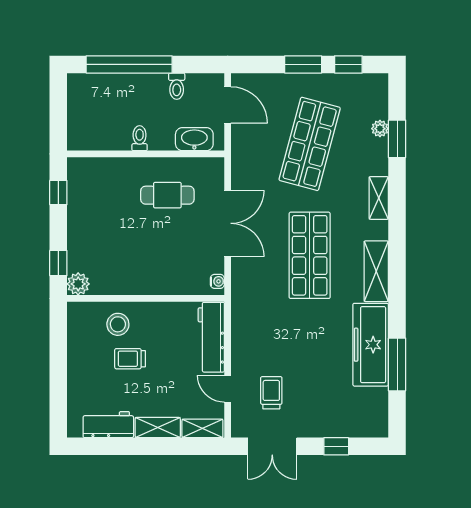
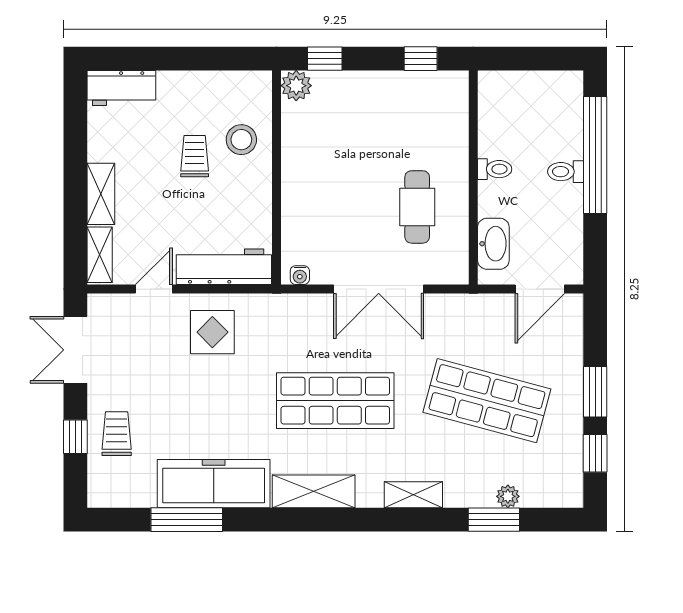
toilet: (177, 86) -> (566, 172), moved
display table: (259, 346) -> (212, 332), added
trolley: (271, 393) -> (117, 434), moved, turned -90
workbench: (108, 425) -> (121, 88), moved, turned 90

